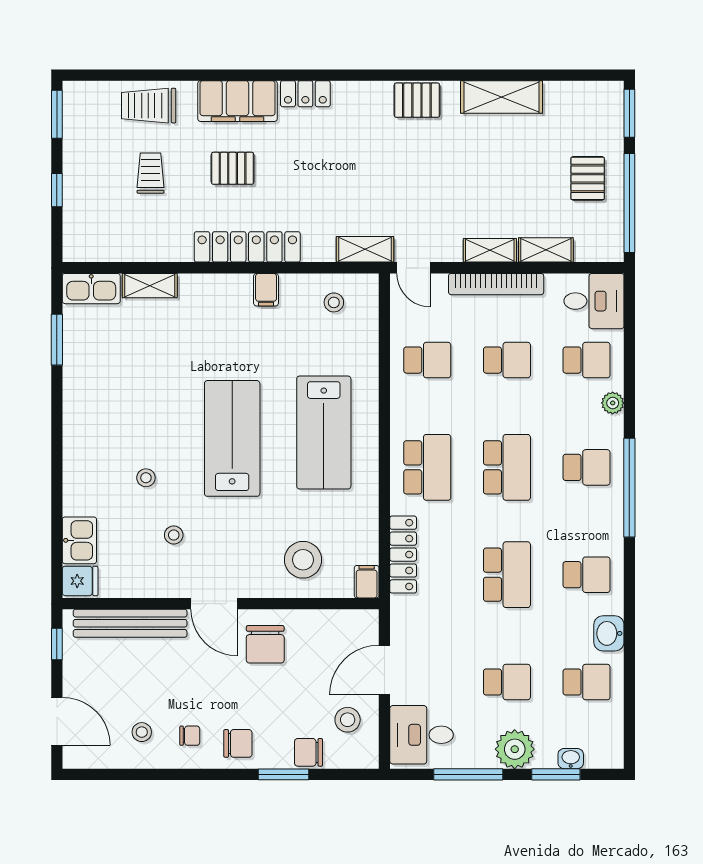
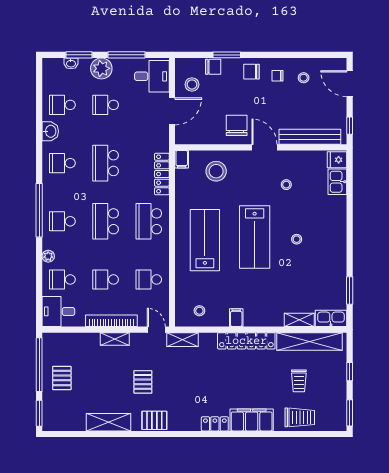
pallet: (233, 168) -> (143, 382), moved, turned 90
shelving: (546, 250) -> (310, 341), moved, width x2.20, depth x1.33
stool: (146, 478) -> (297, 239), moved

